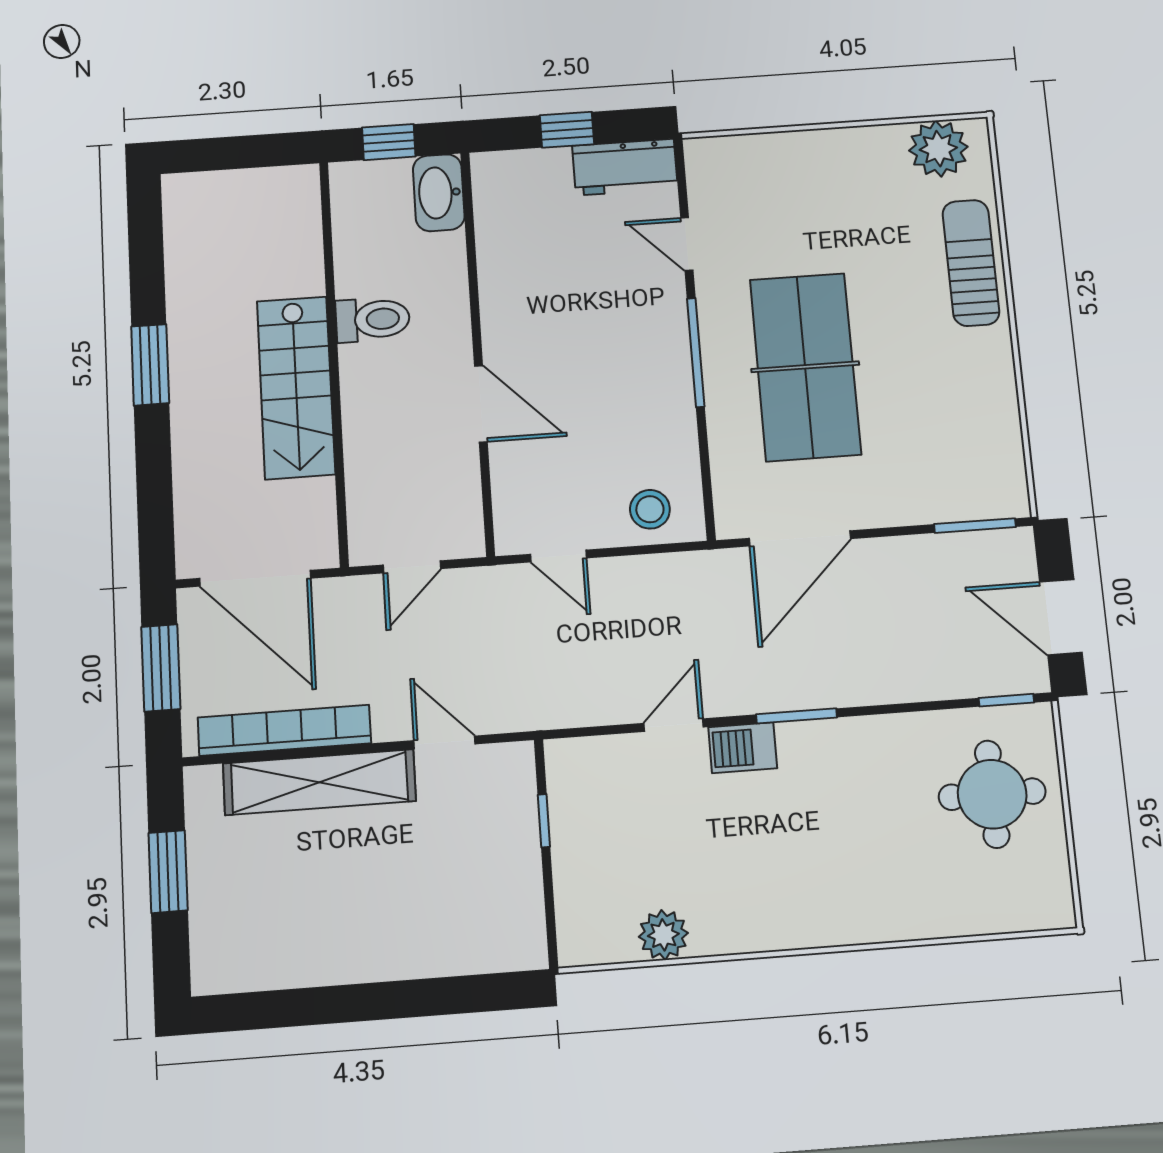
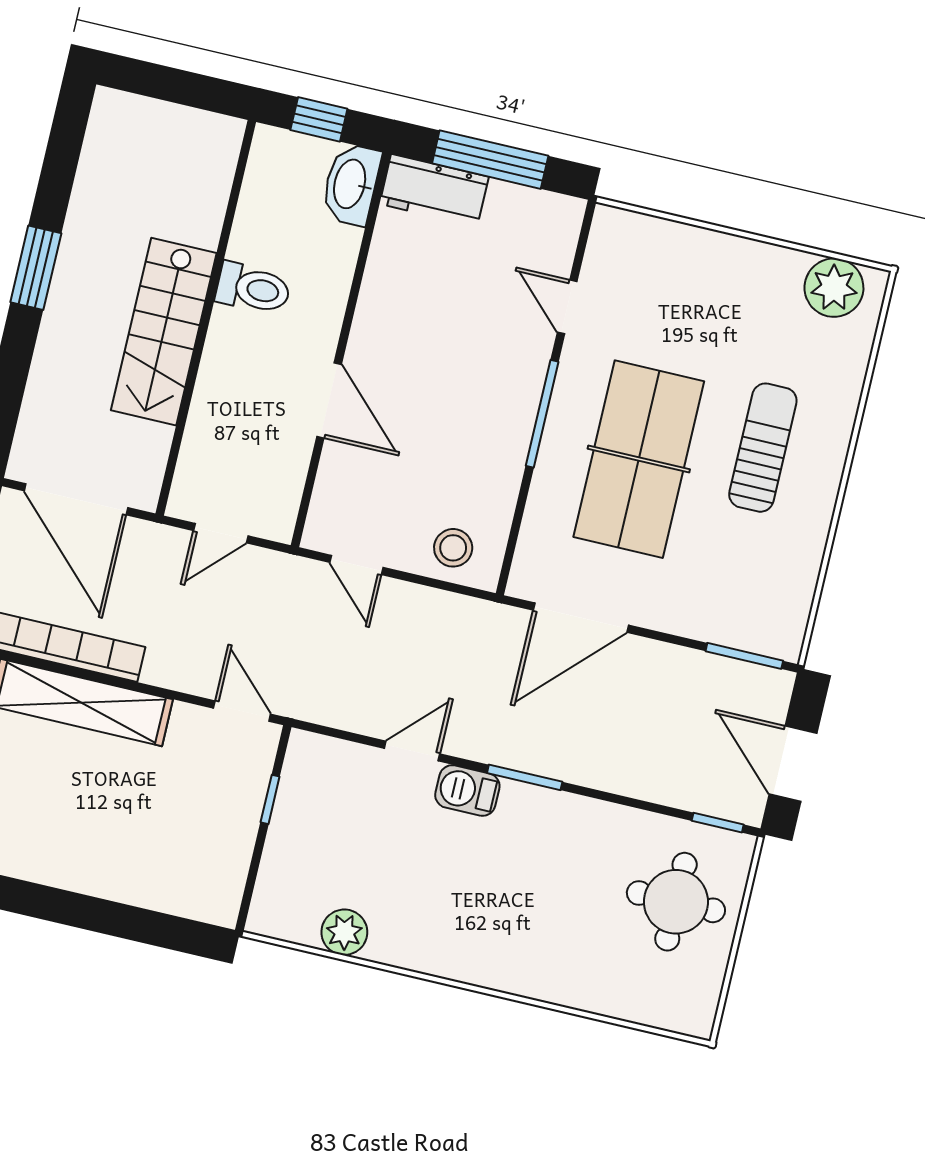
window: (567, 130) -> (490, 160), width x2.17
workbench: (625, 167) -> (434, 190), moved
sun lounger: (971, 263) -> (763, 448), moved
door: (444, 742) -> (242, 711), moved

